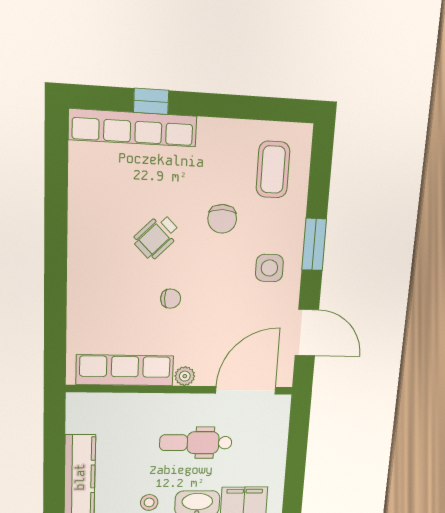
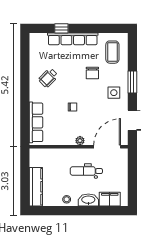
row of seats: (133, 128) -> (73, 39), moved
wheelchair: (156, 237) -> (48, 78), moved
row of seats: (125, 370) -> (36, 122), moved, turned 90

